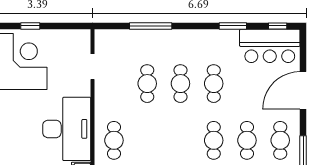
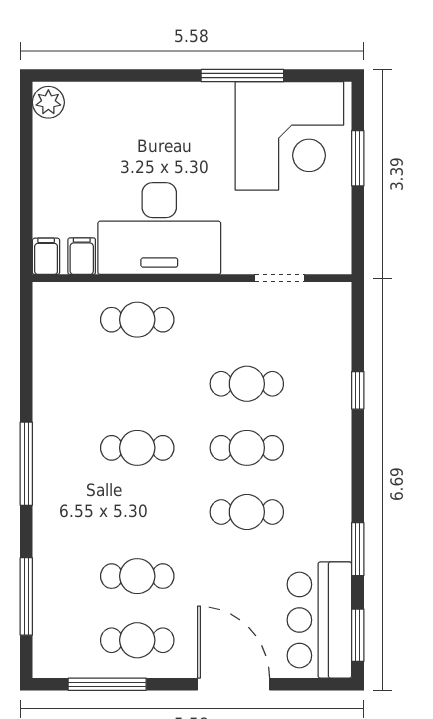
window: (30, 26) -> (358, 158), width x1.50
window: (151, 26) -> (358, 390), width x0.46
window: (278, 26) -> (358, 635), width x1.50
cafe table: (214, 140) -> (137, 448), moved

